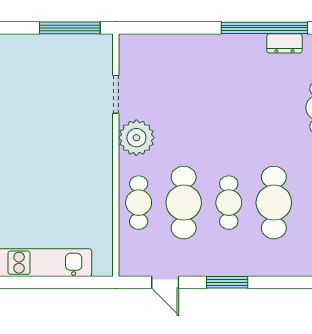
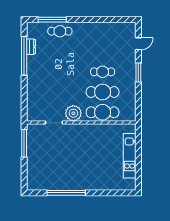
cafe table: (139, 203) -> (103, 112), width x1.37, depth x1.35
cafe table: (274, 203) -> (103, 51), removed
door: (165, 282) -> (138, 44), moved

